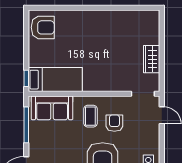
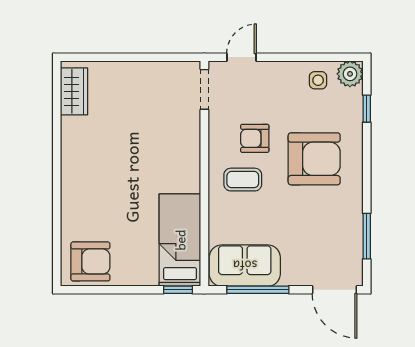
armchair: (43, 27) -> (90, 261), turned 90
wardrobe: (152, 59) -> (74, 91), moved, turned -90
sofa: (52, 108) -> (245, 266), moved, turned -90

